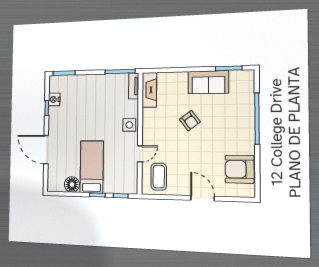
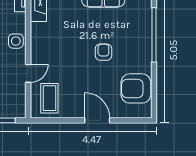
armchair: (190, 121) -> (103, 52), moved, turned -143

